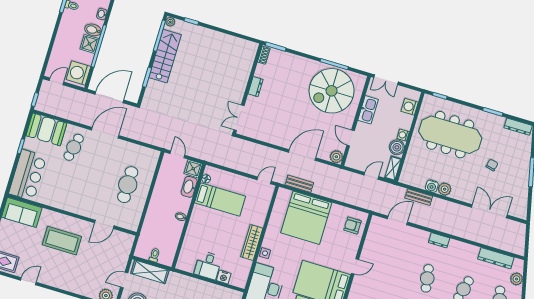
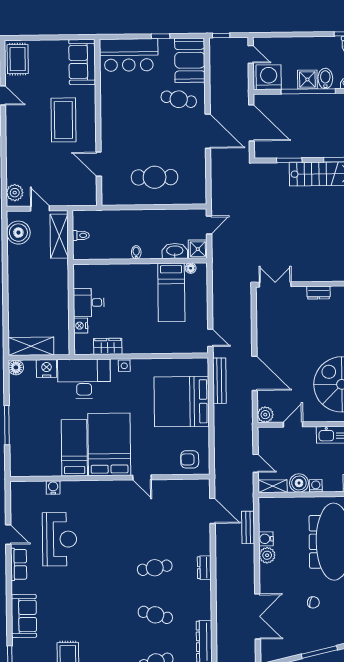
bench: (299, 184) -> (219, 381), width x1.36
armchair: (353, 225) -> (190, 459), turned -90
wardrobe: (252, 243) -> (108, 346), moved, width x0.67

